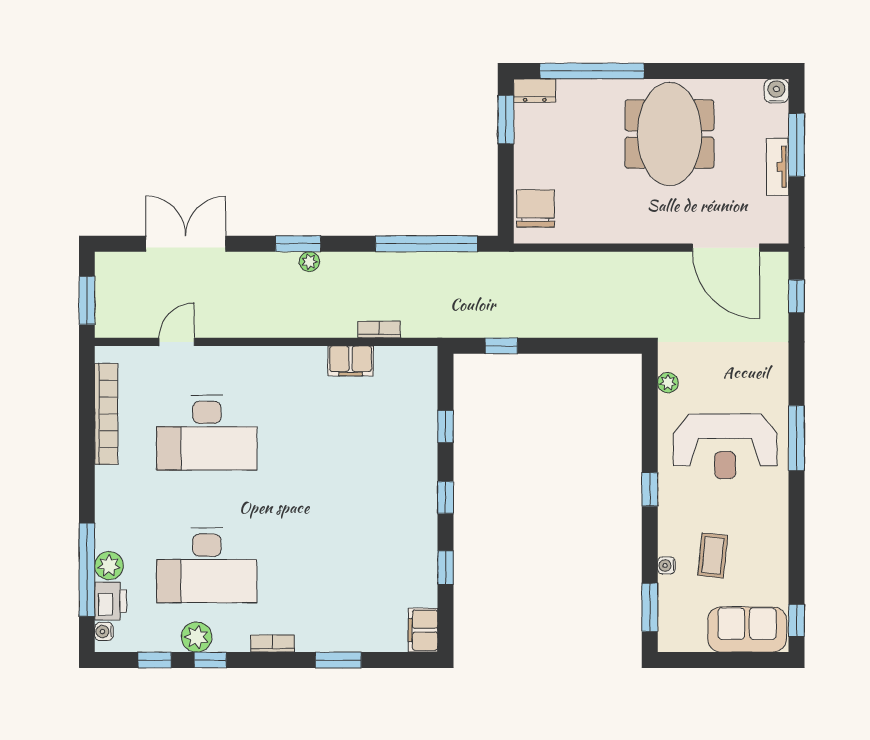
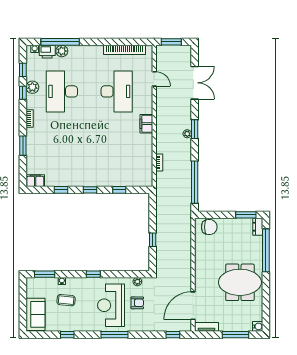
tv unit: (778, 167) -> (207, 327), moved
window: (501, 346) -> (153, 240), moved
filing cabinet: (351, 361) -> (146, 124), moved
armchair: (719, 383) -> (137, 303), added
desk: (207, 433) -> (117, 91), turned 180
window: (796, 620) -> (67, 335), moved

